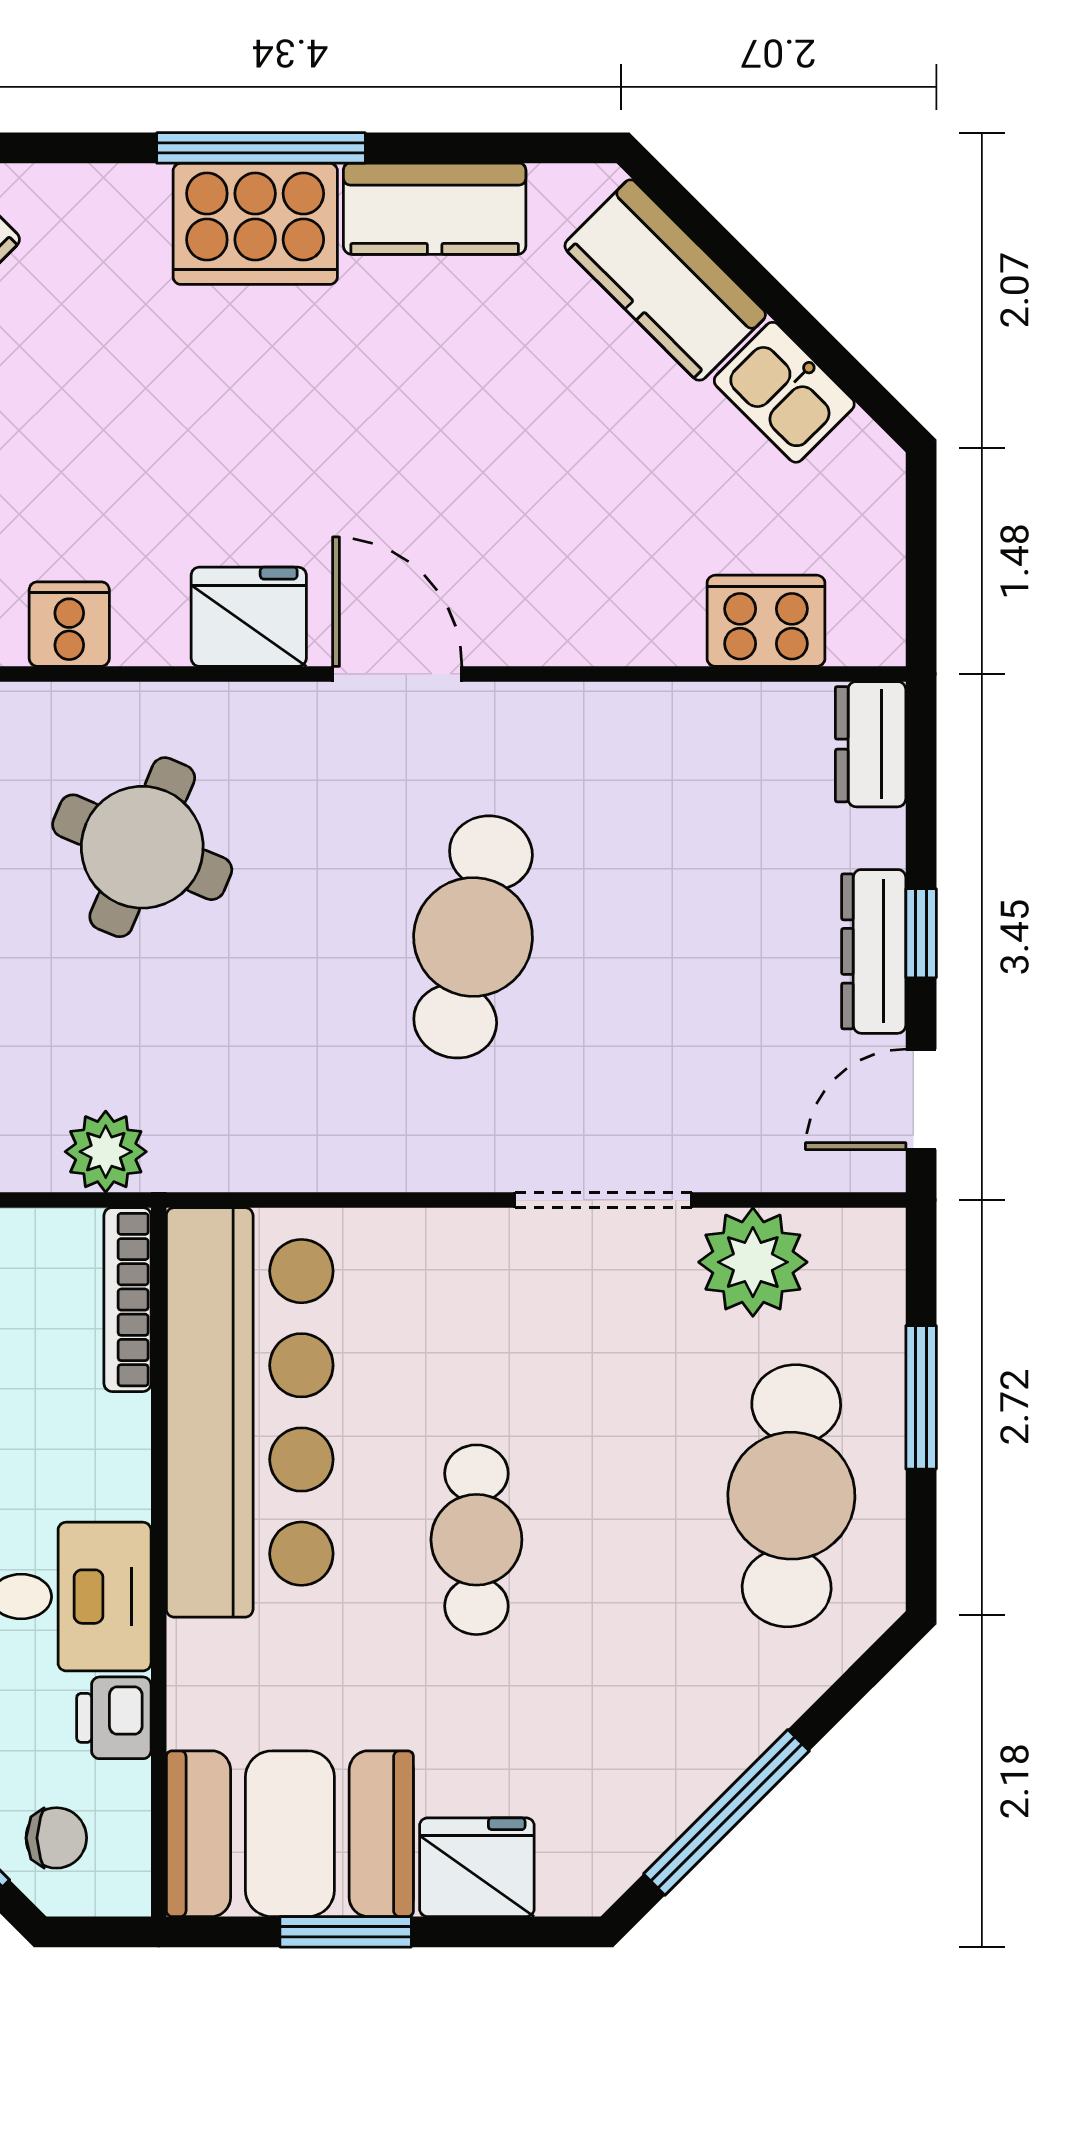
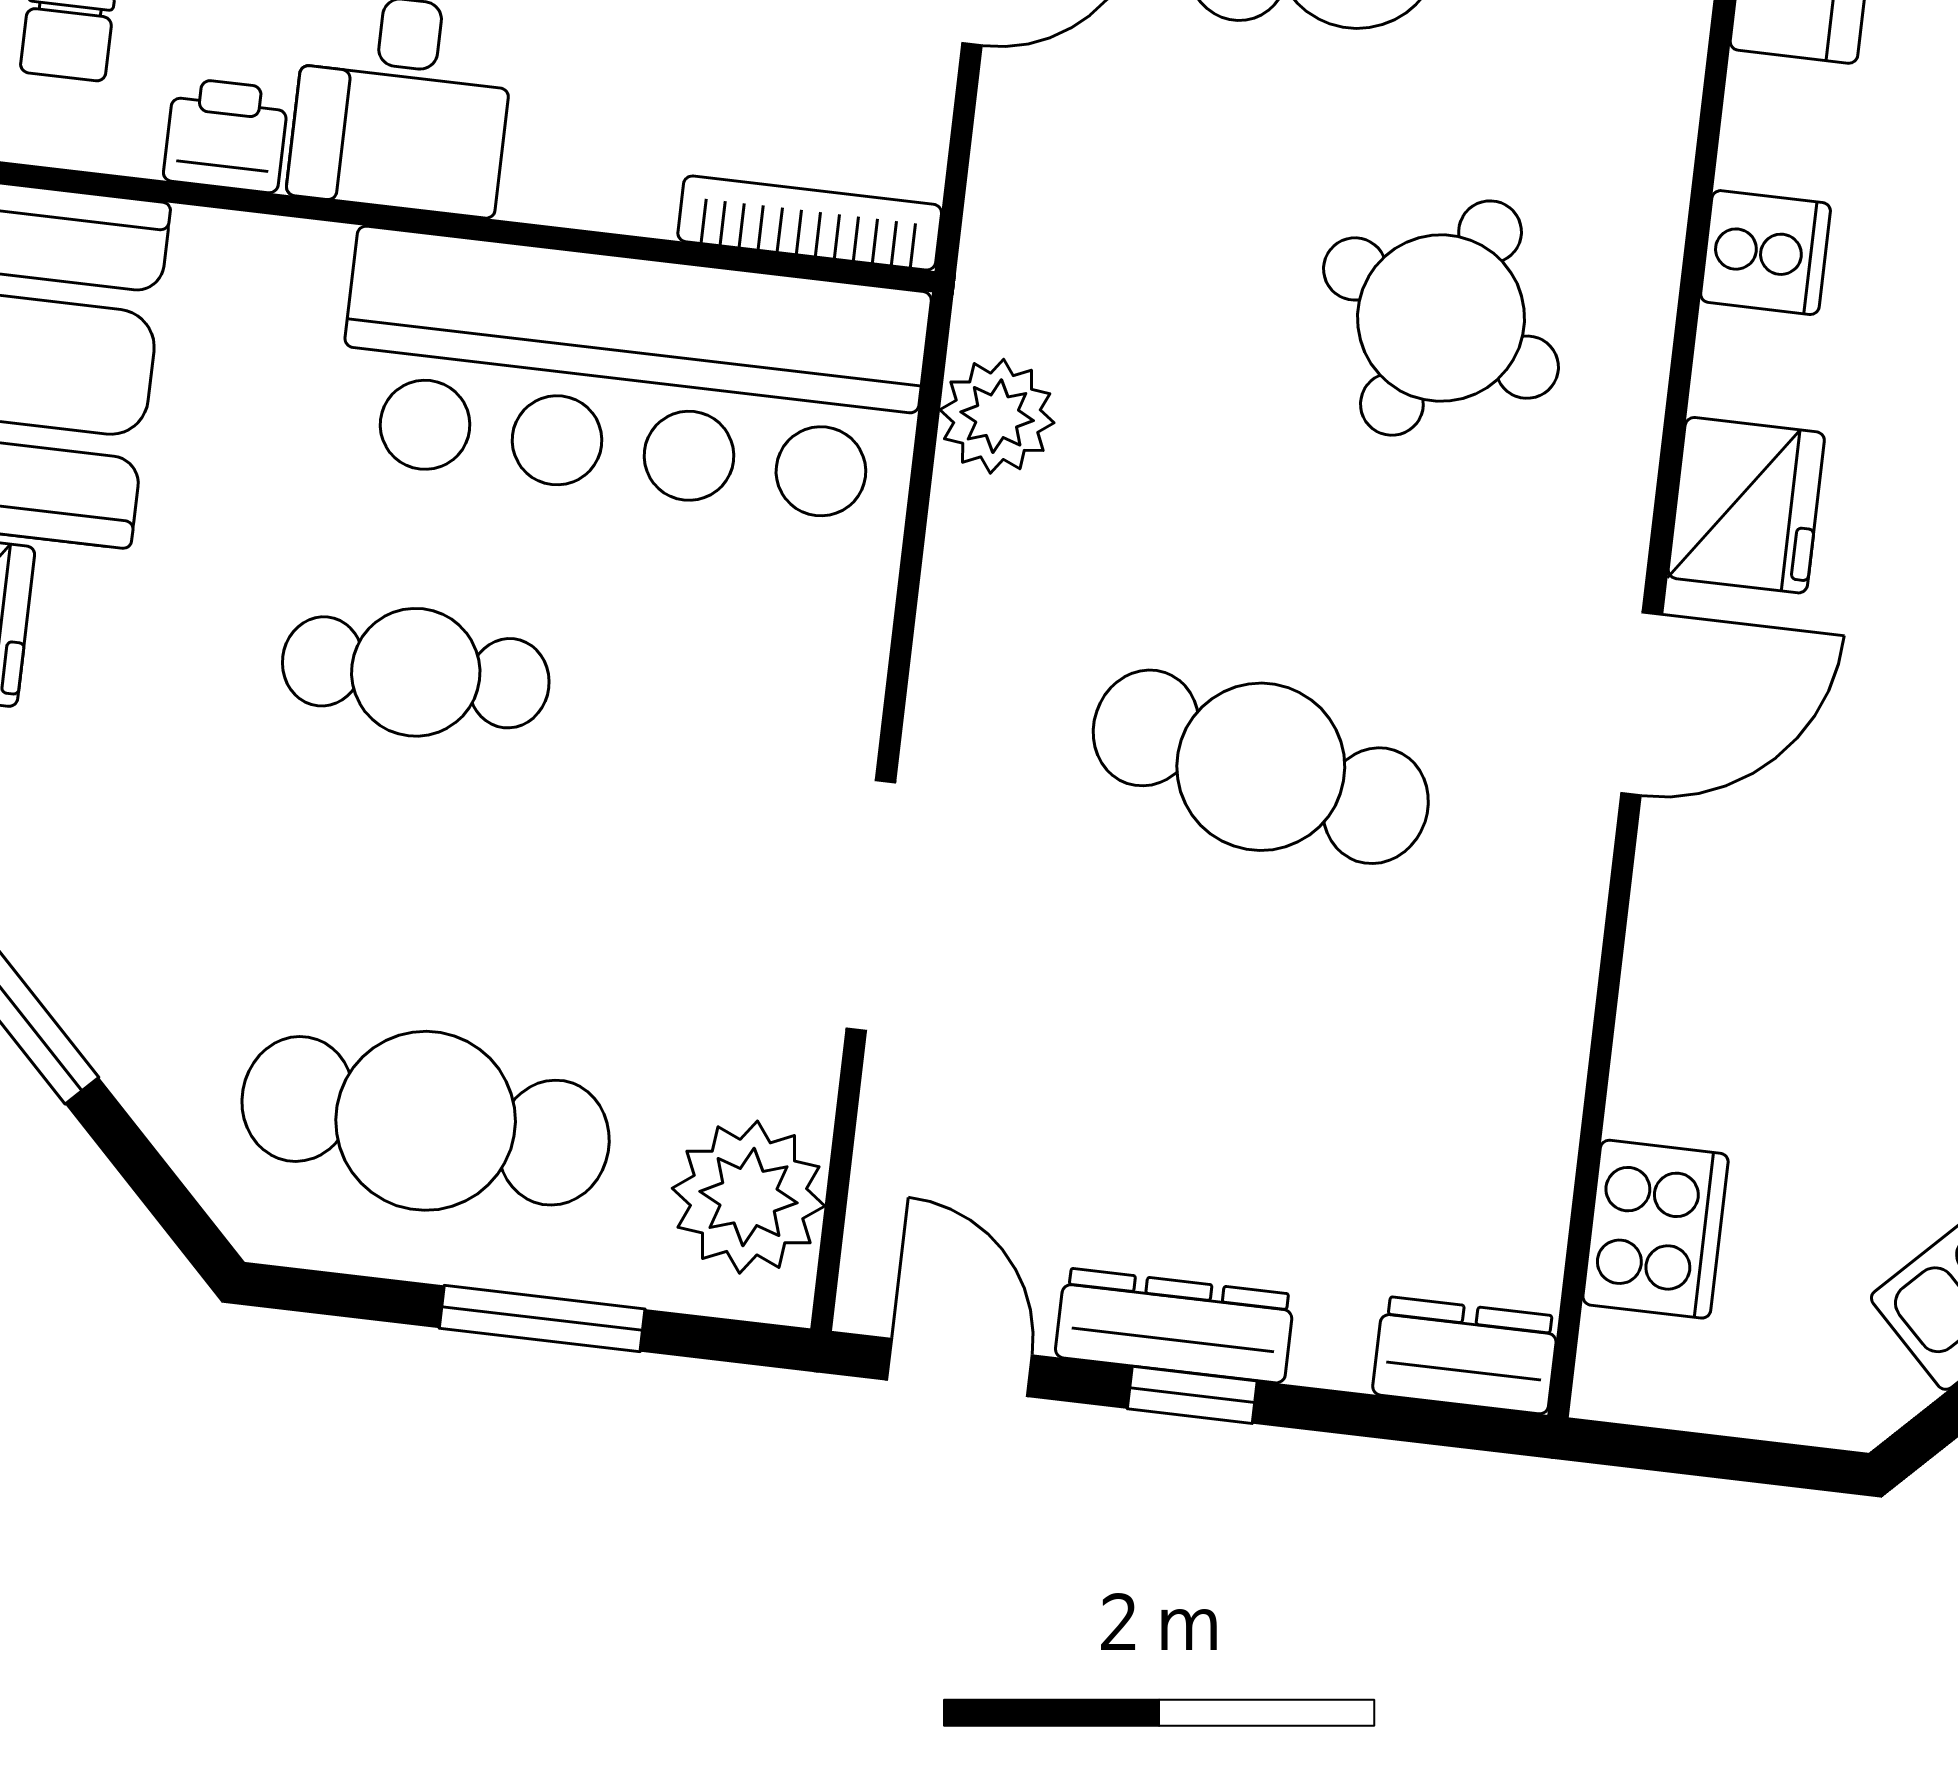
plant: (106, 1152) -> (997, 416), moved
plant: (753, 1262) -> (749, 1197), moved

